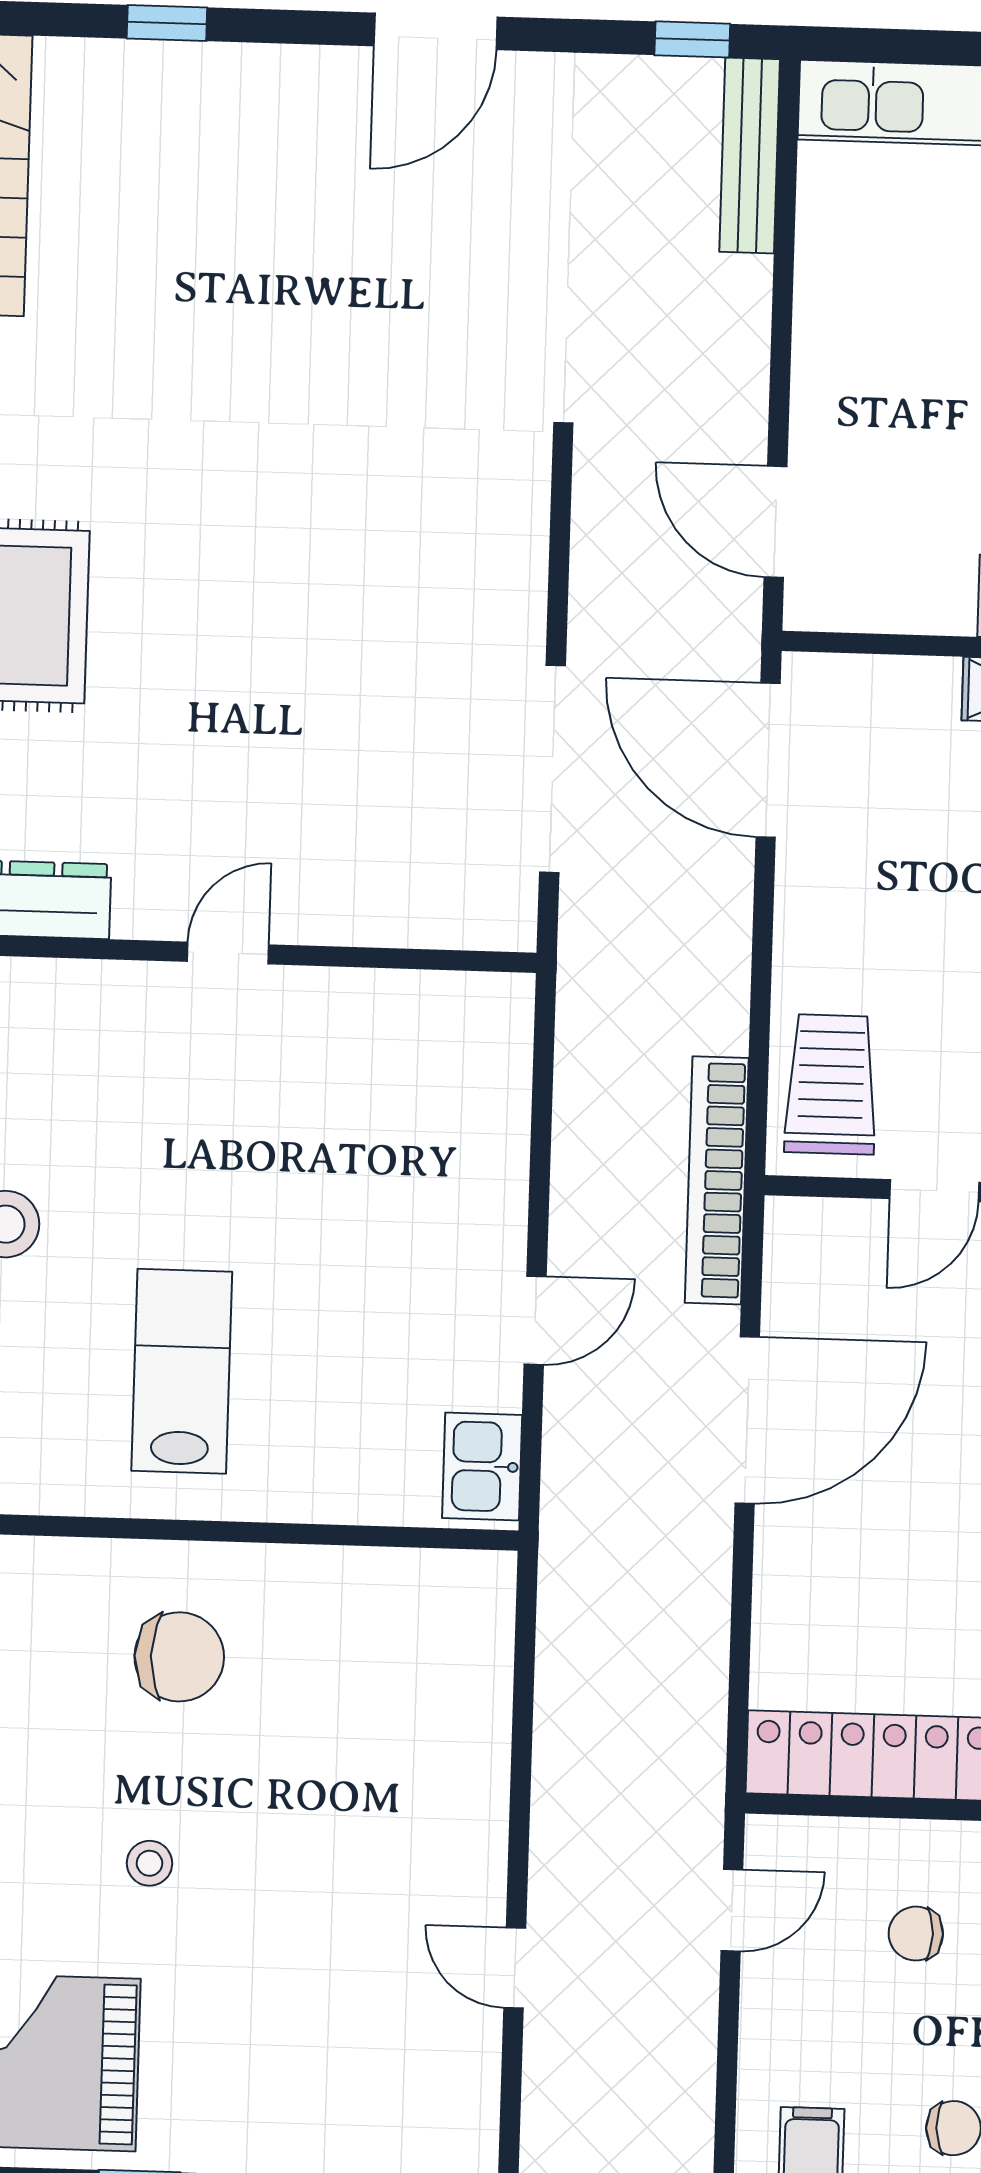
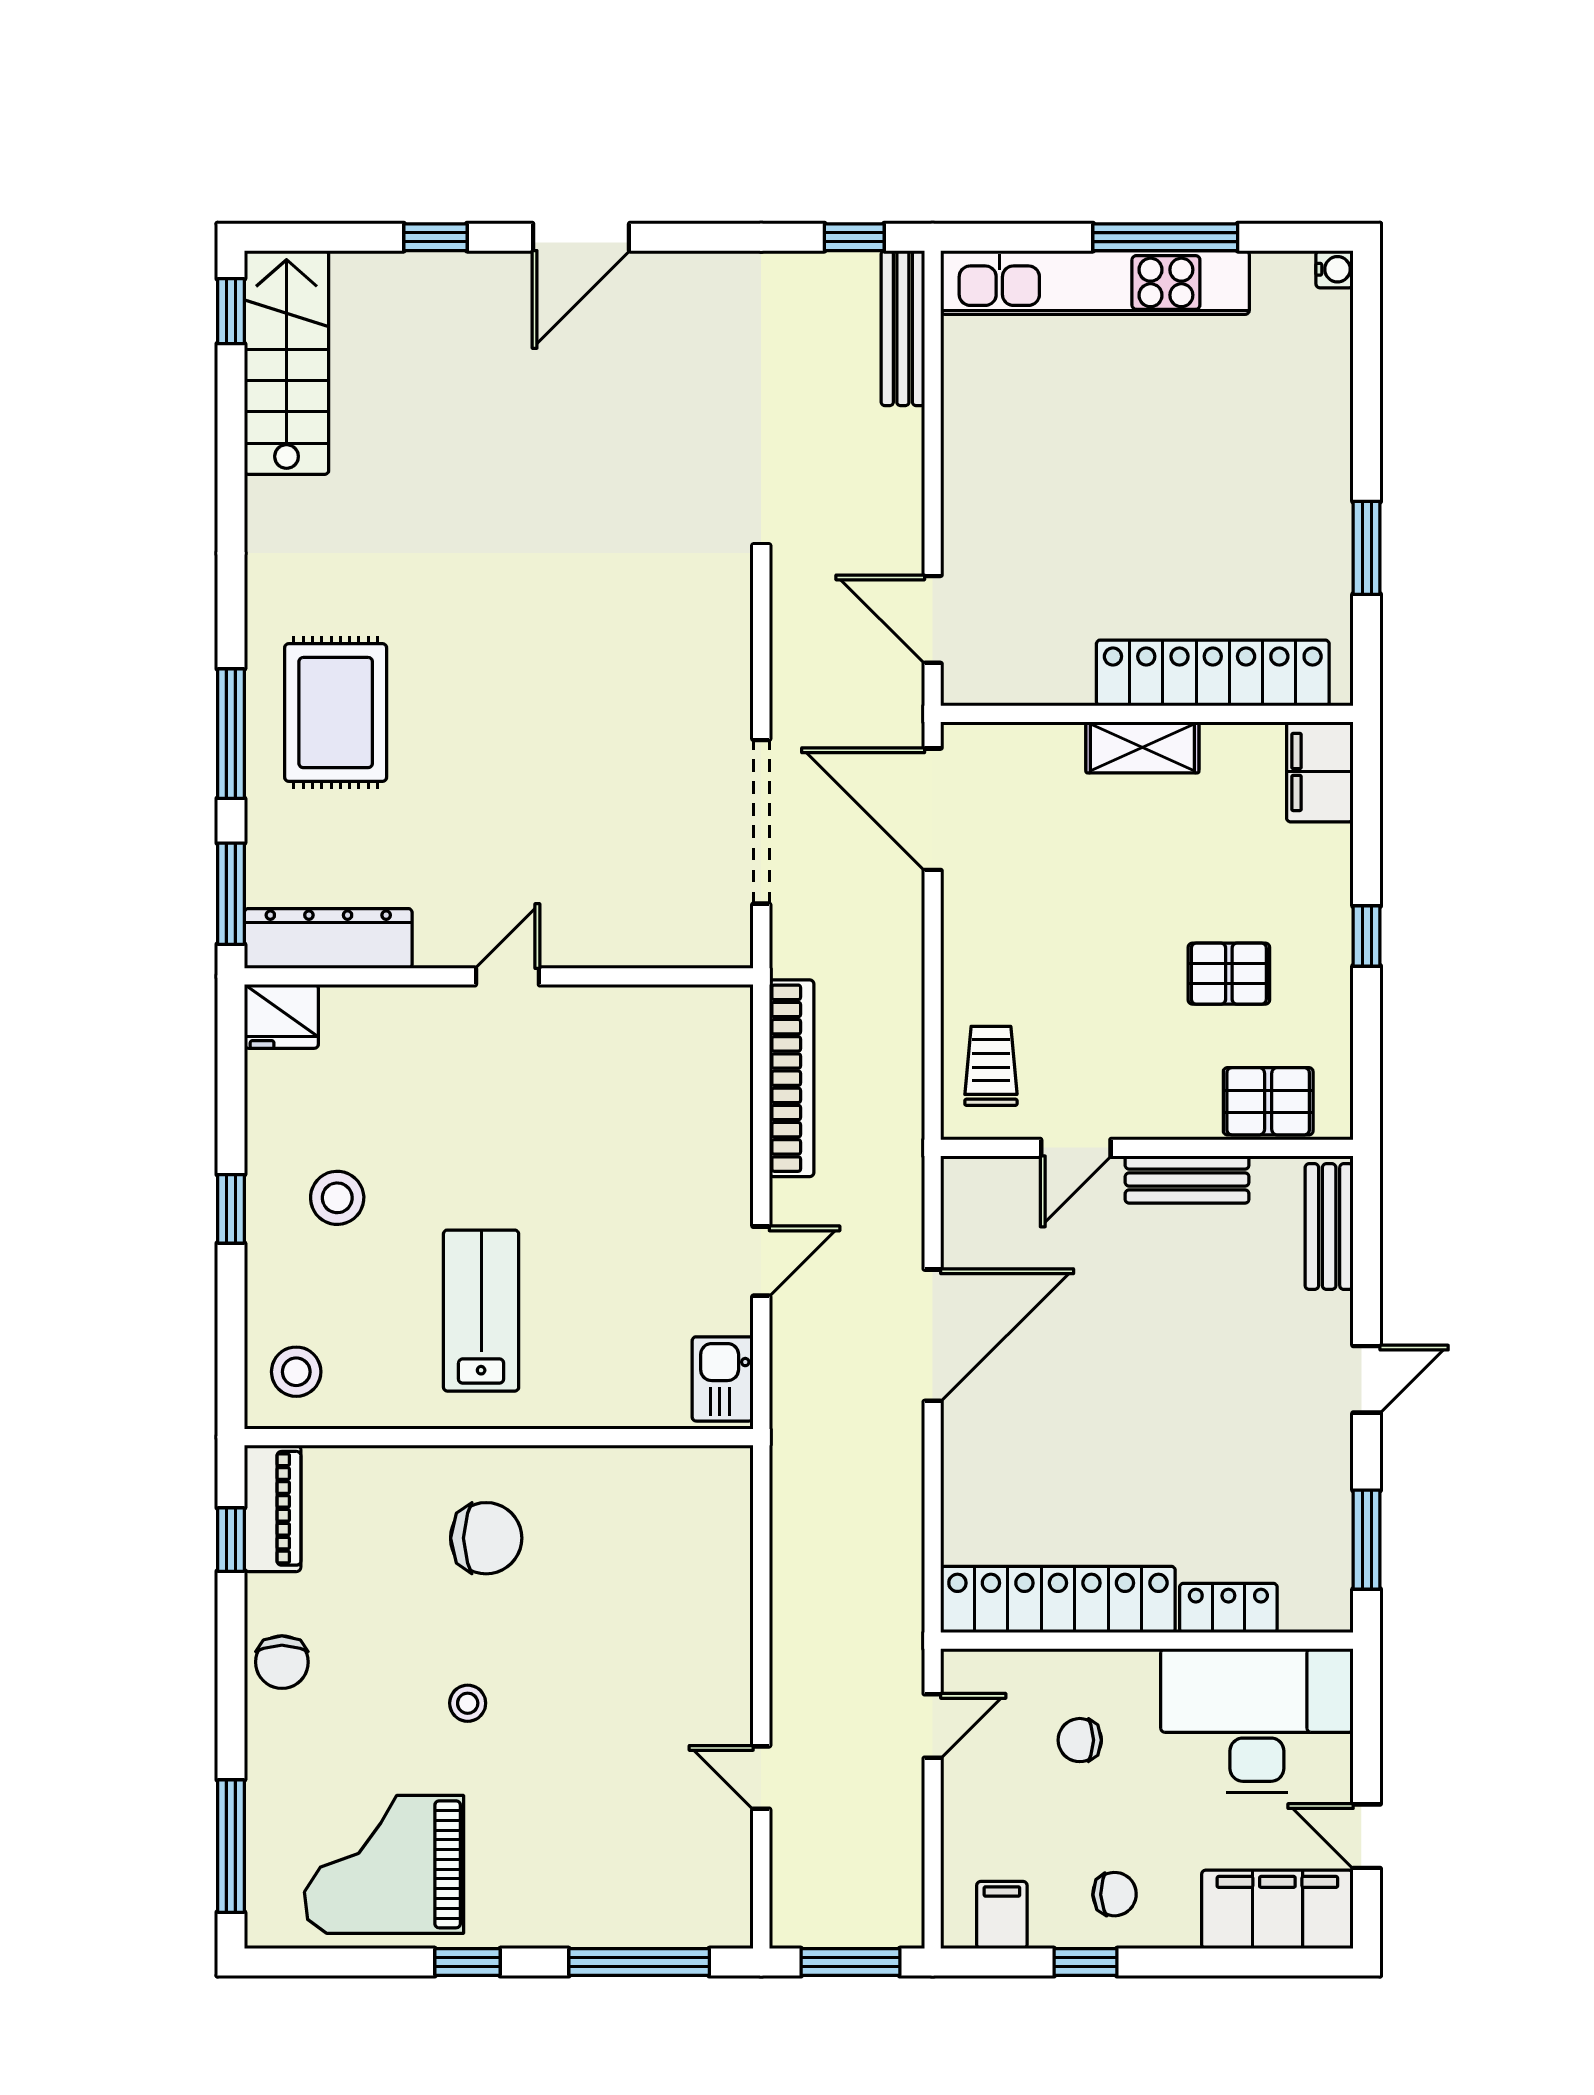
door: (436, 31) -> (581, 237), moved
trolley: (831, 1084) -> (991, 1066), width x0.73, depth x0.72
bookcase: (717, 1180) -> (792, 1078), moved, turned 180

